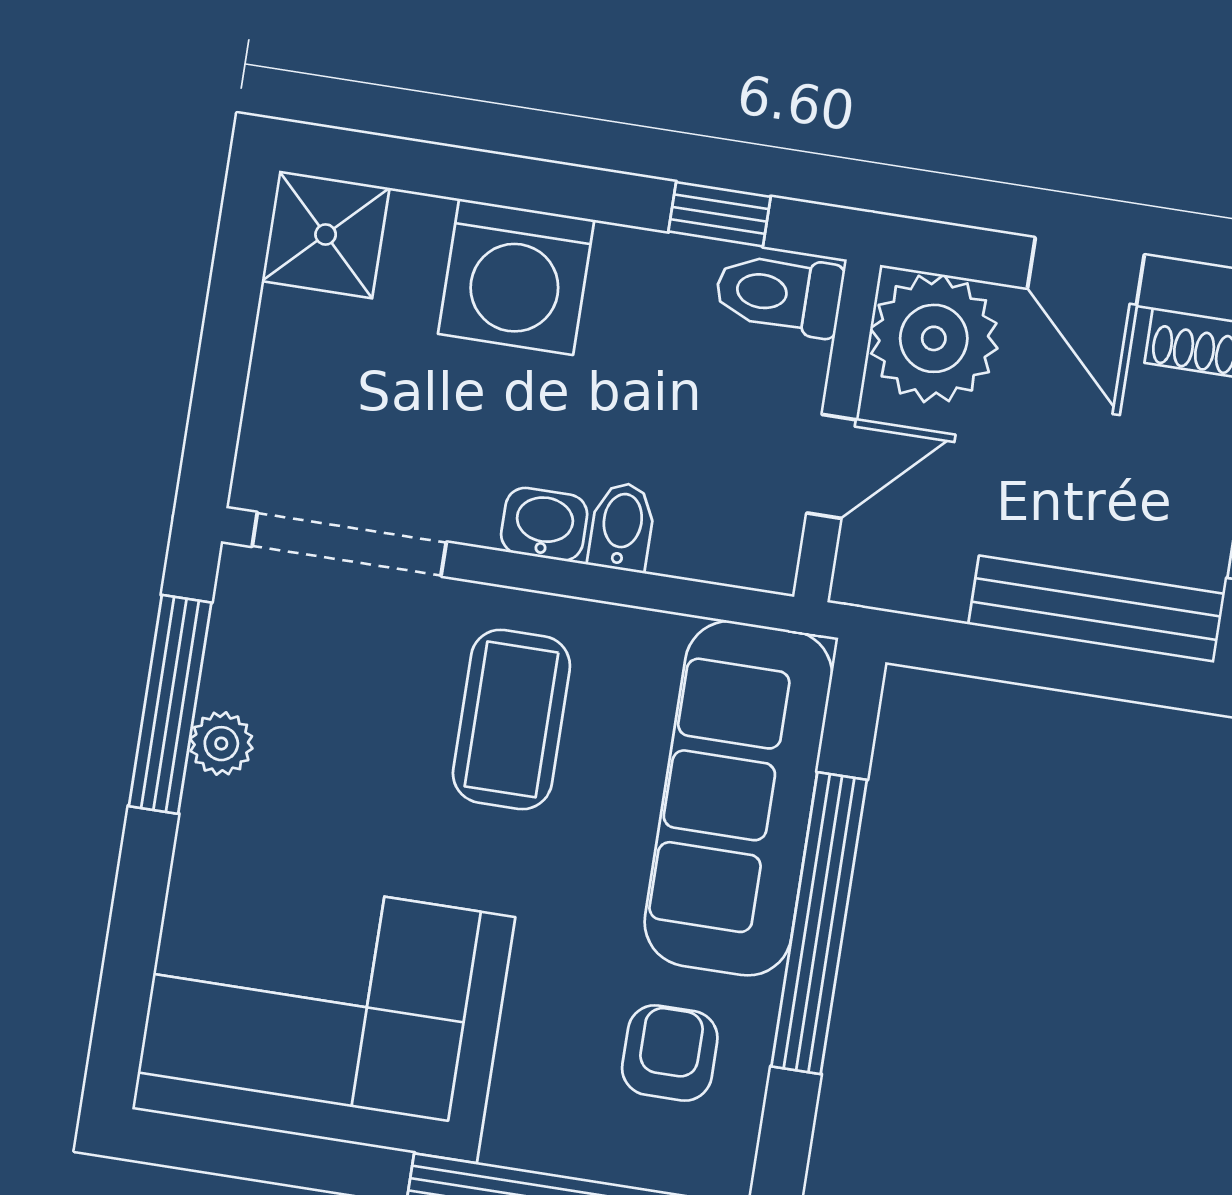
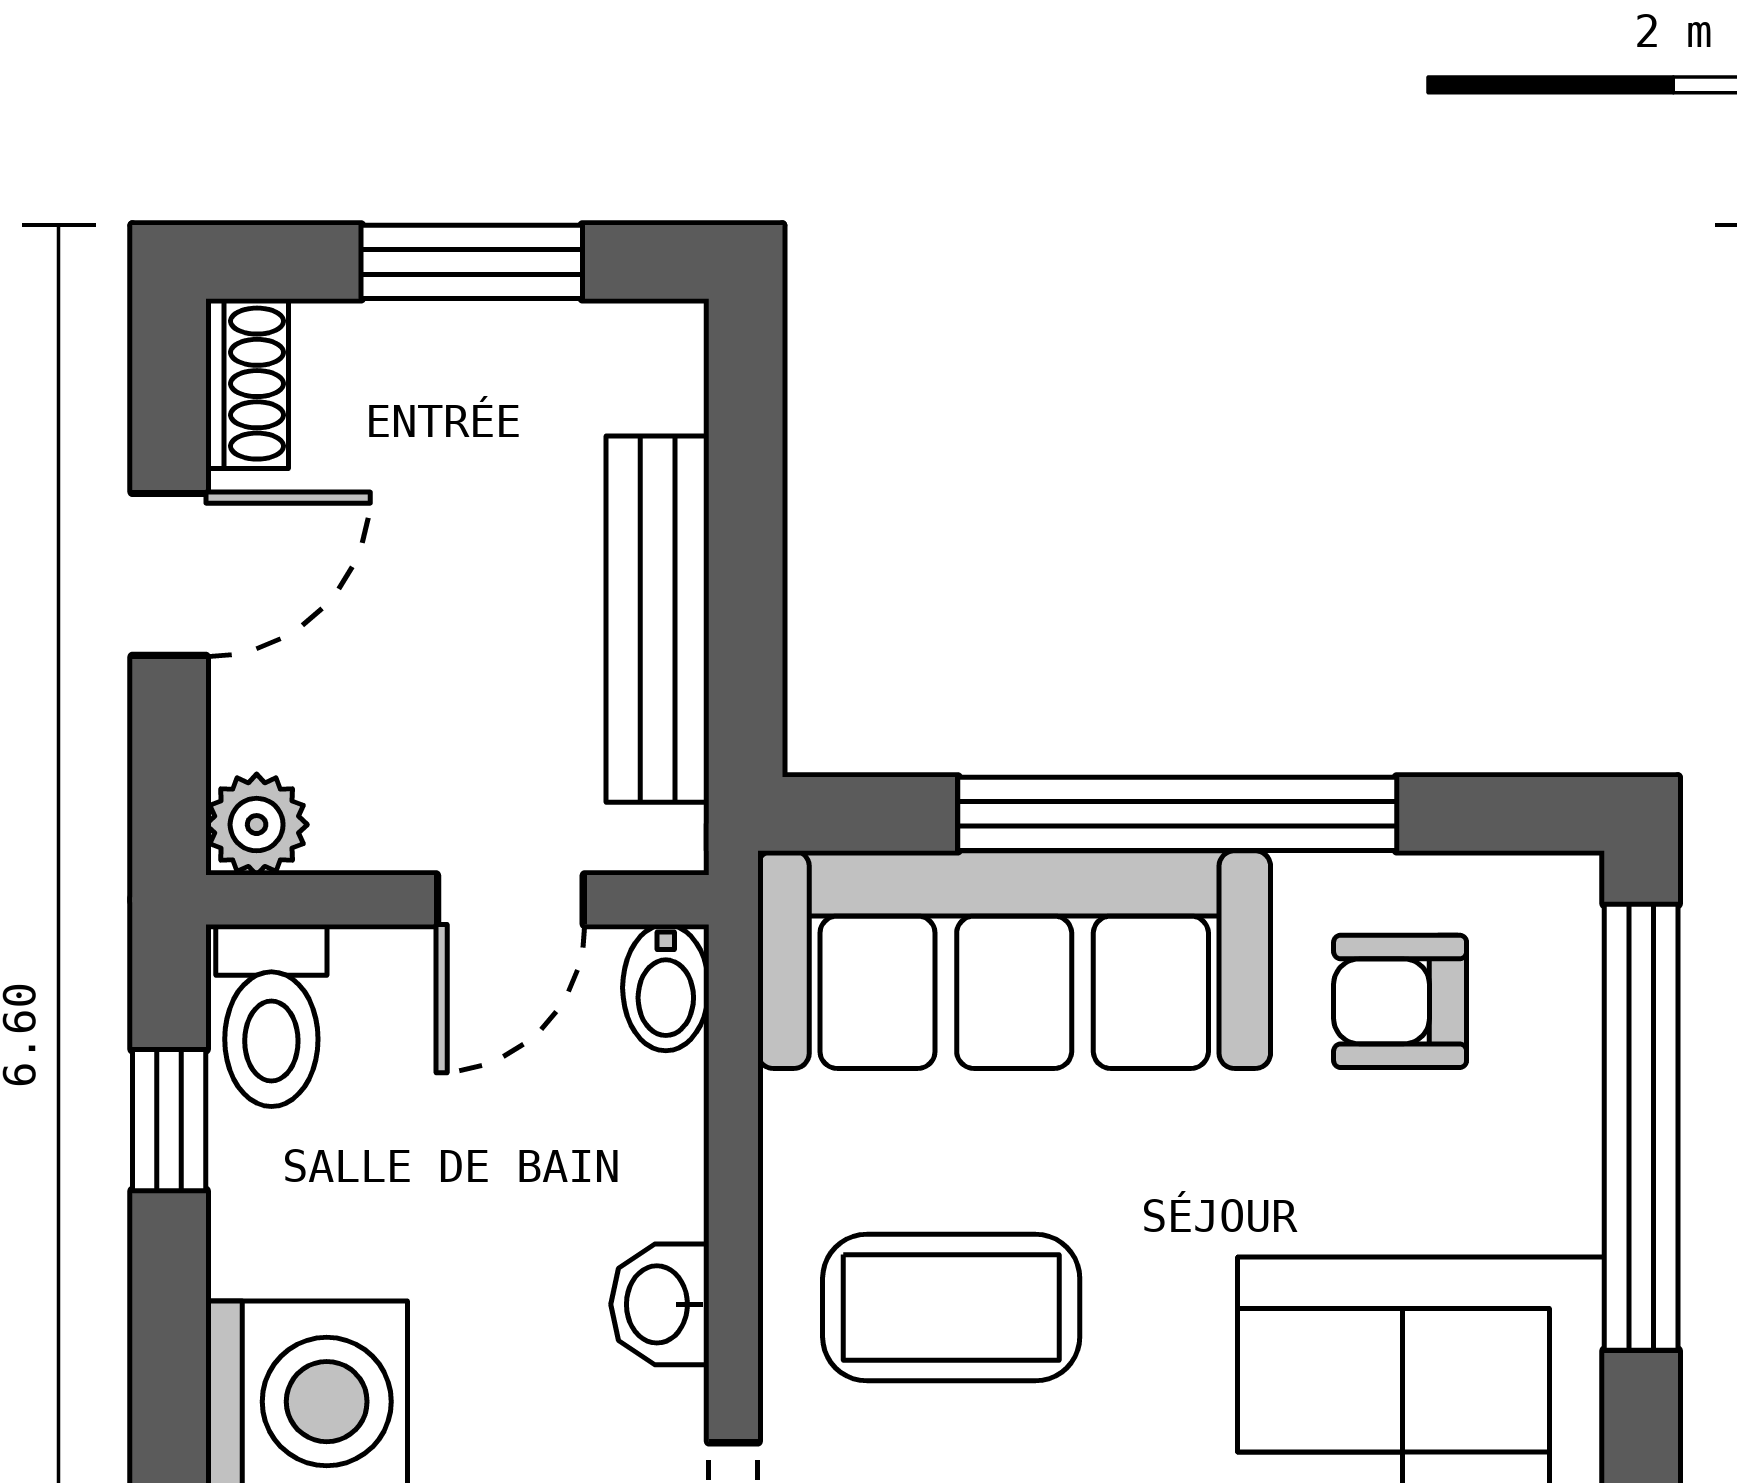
plant: (934, 338) -> (257, 825), width x0.53, depth x0.53
door: (832, 466) -> (510, 900), swing flipped
bidet: (622, 527) -> (666, 988), moved, turned -90
bench: (1097, 609) -> (658, 619), moved

